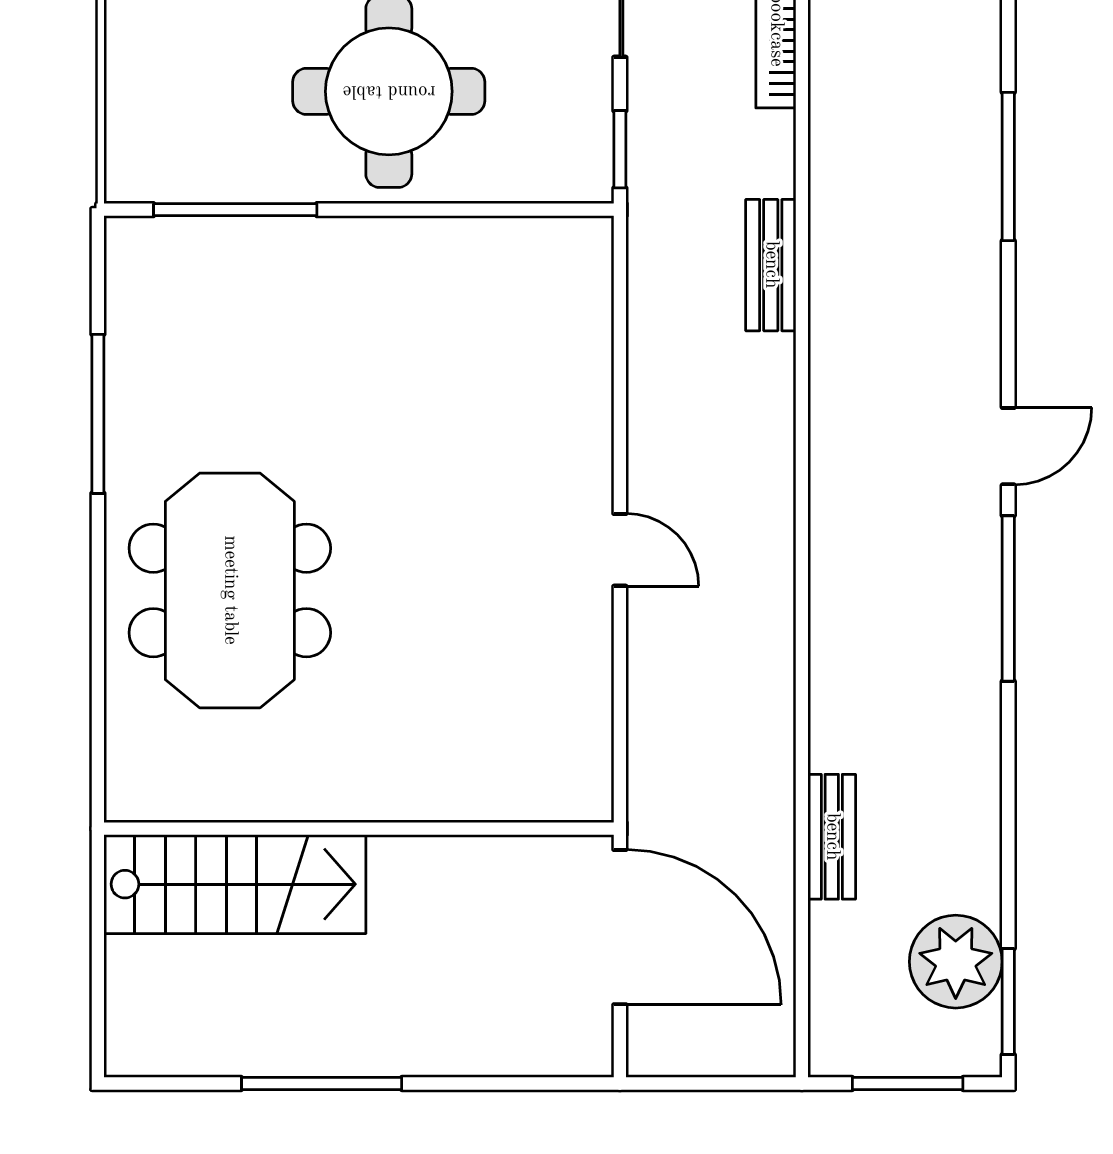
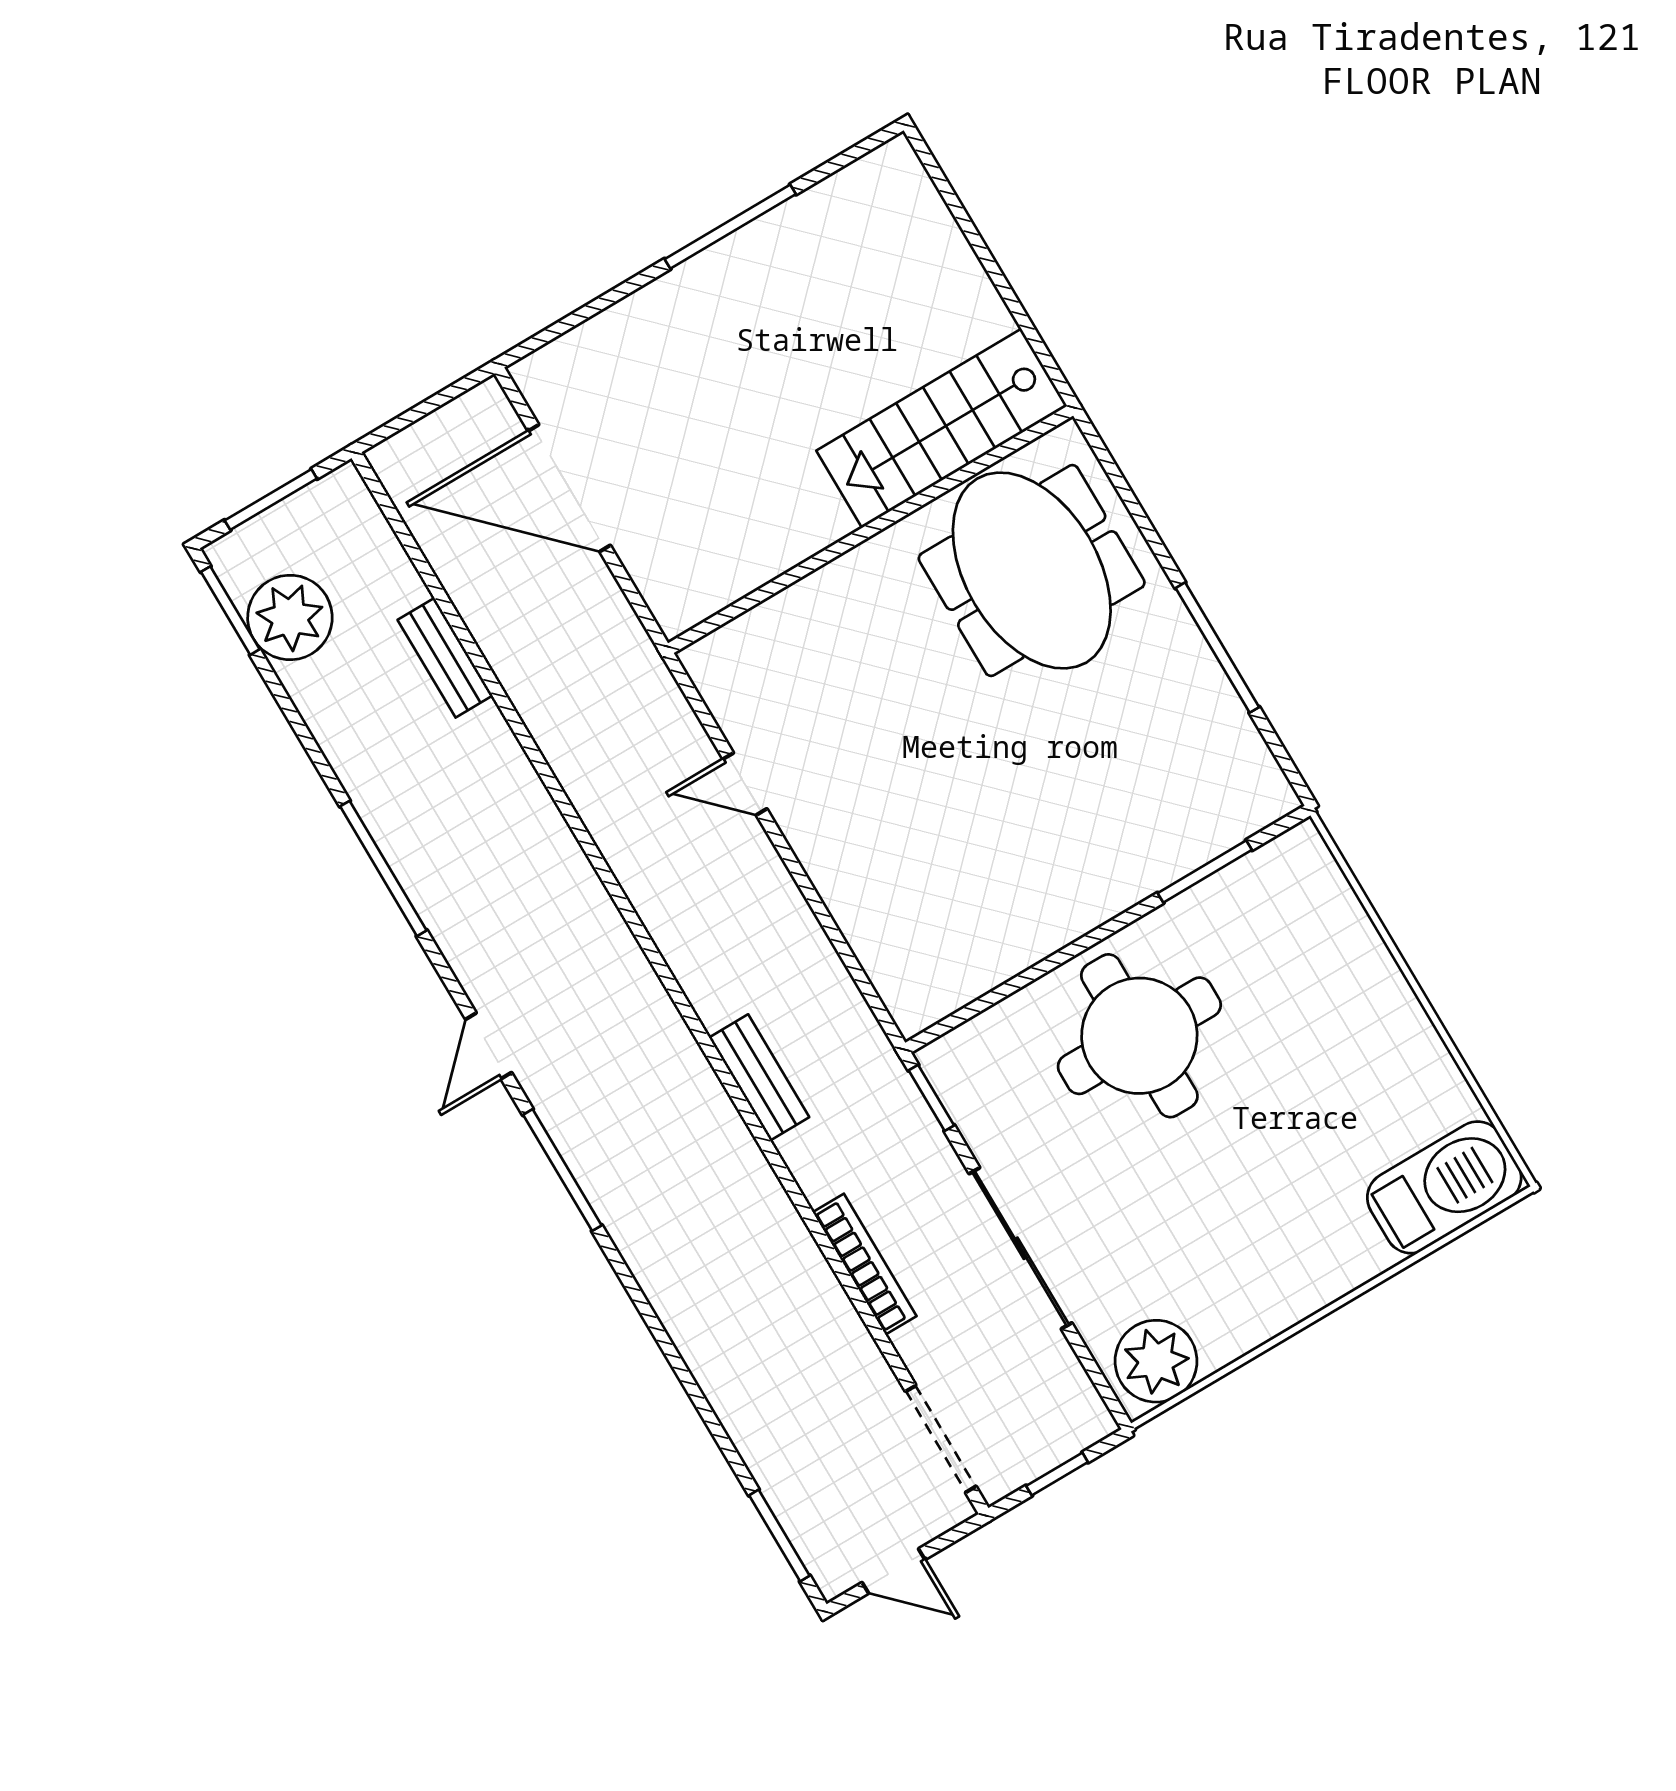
window: (1008, 167) -> (562, 1170), moved
window: (235, 210) -> (1205, 872), width x0.69
window: (1008, 598) -> (383, 868), moved
wall: (359, 829) -> (871, 529), moved
stairs: (235, 884) -> (942, 428), moved

